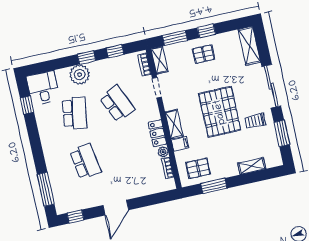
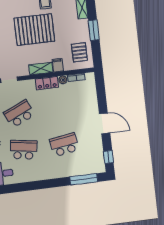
window: (27, 105) -> (13, 188), removed
window: (214, 186) -> (94, 30), moved

